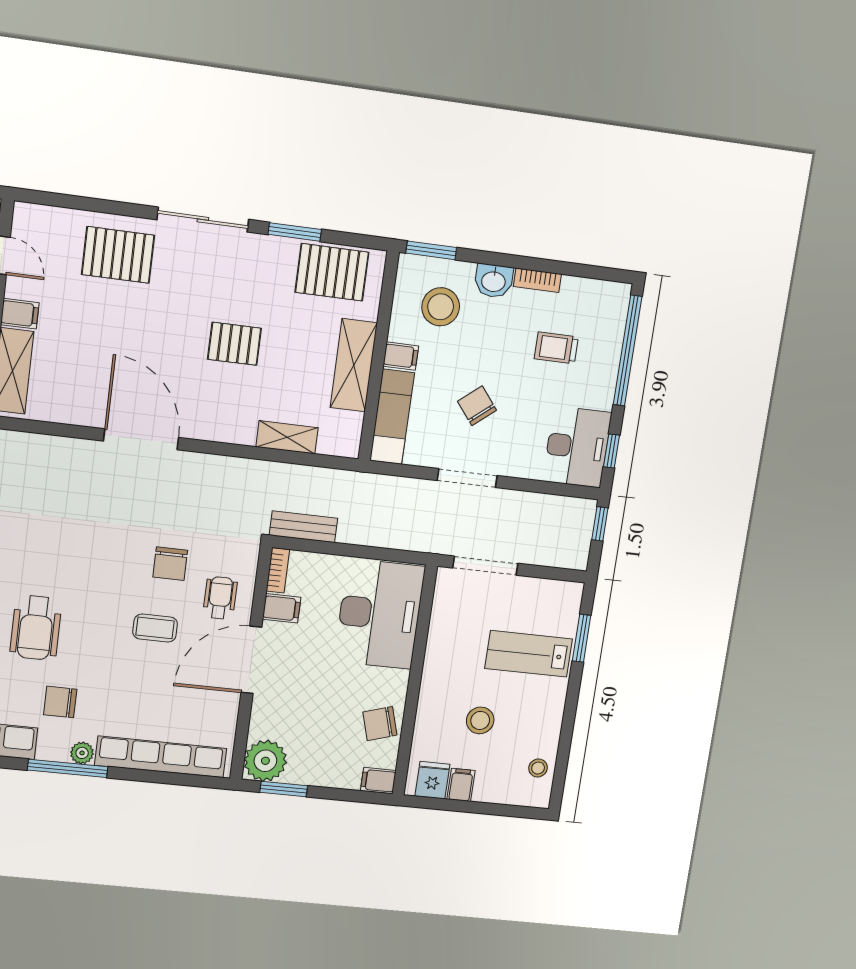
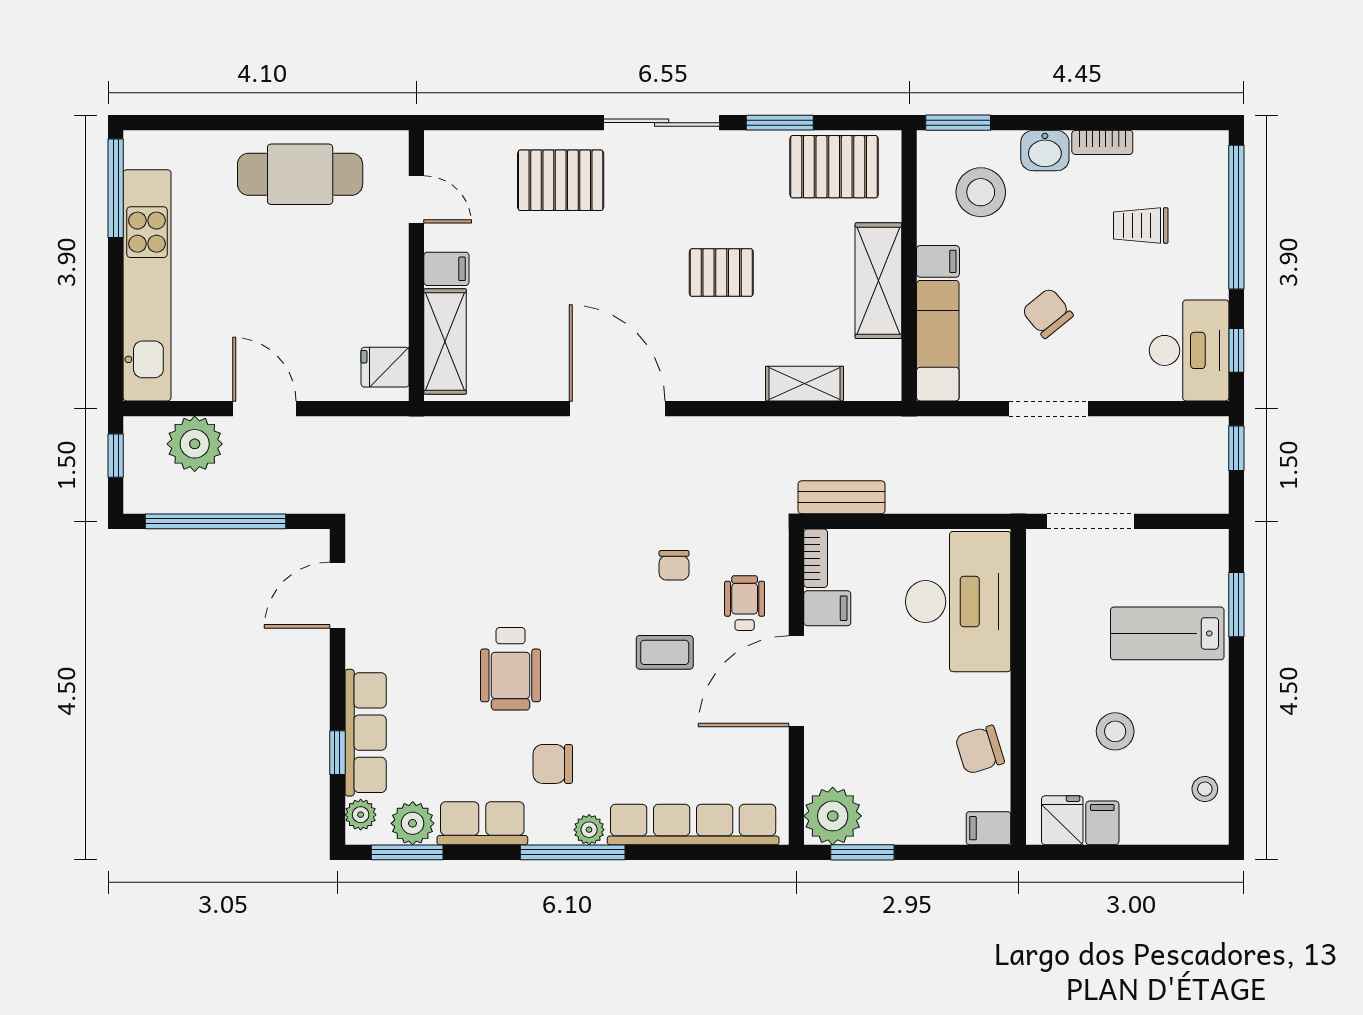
chair: (170, 564) -> (674, 565), width x0.73, depth x0.73

